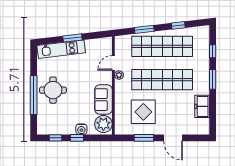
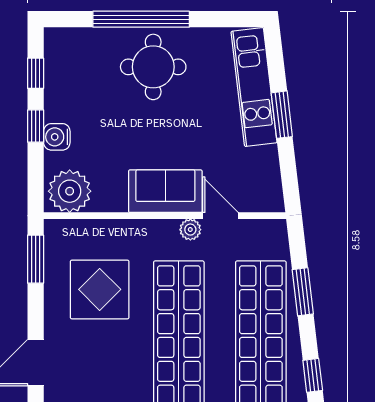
sofa: (103, 100) -> (165, 191), moved
window: (144, 138) -> (36, 259), moved

